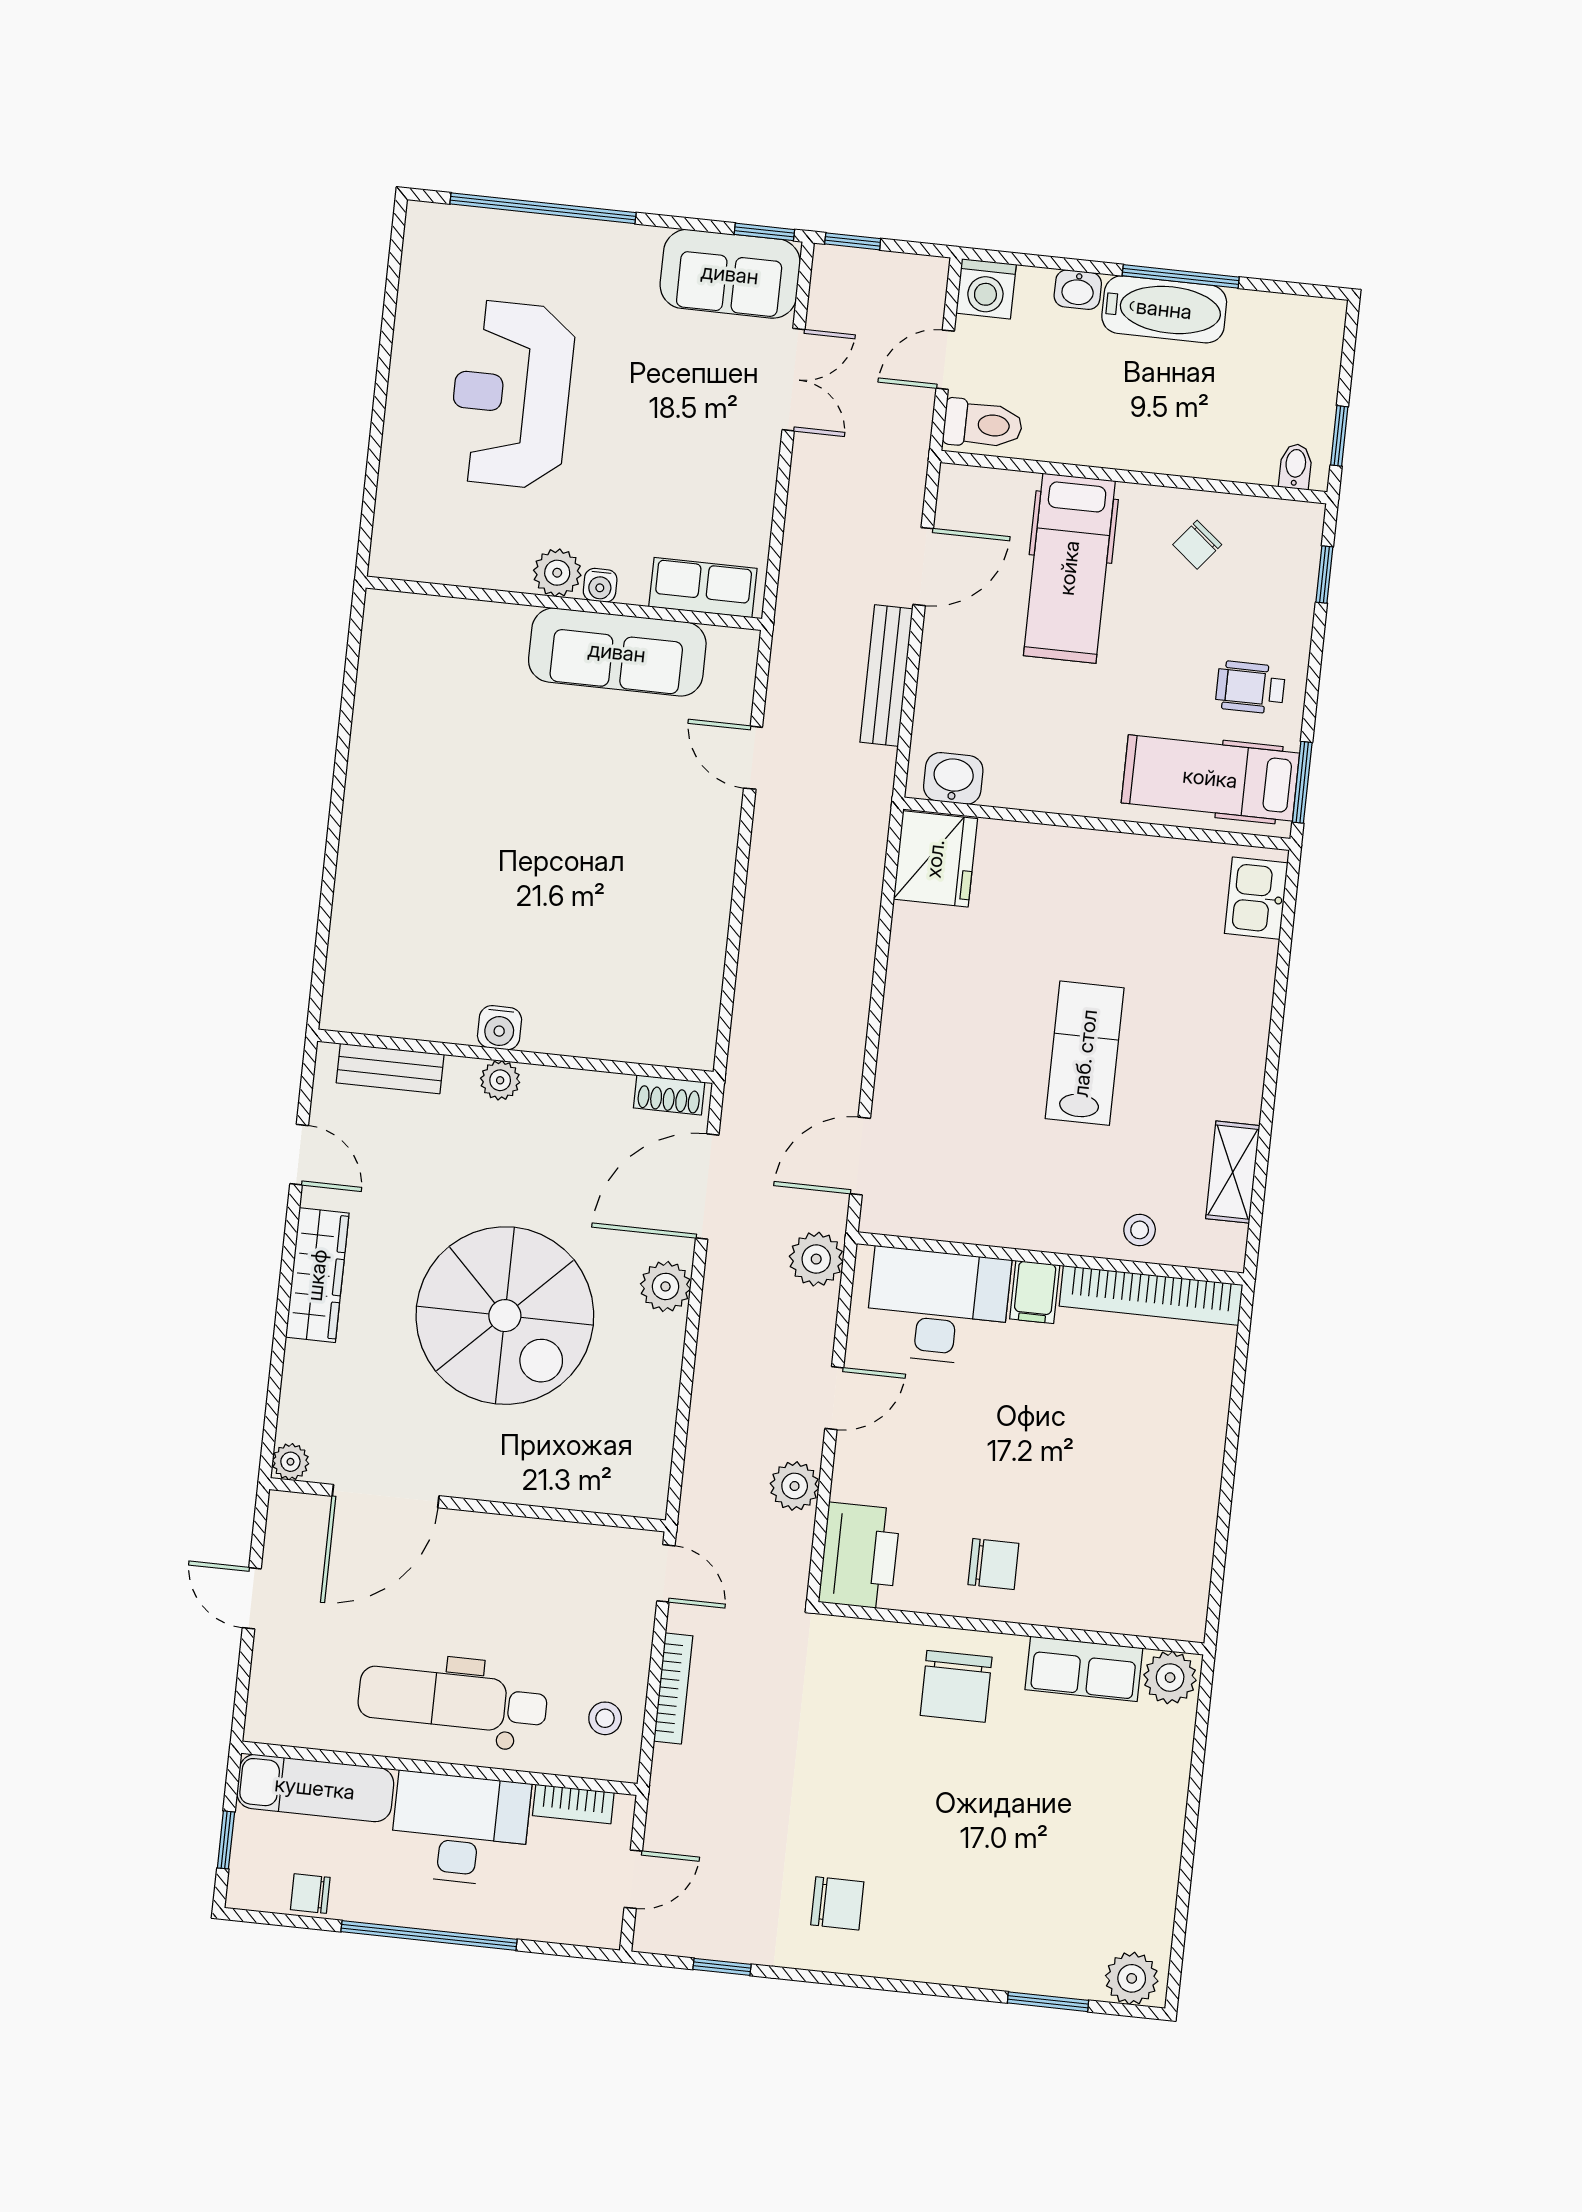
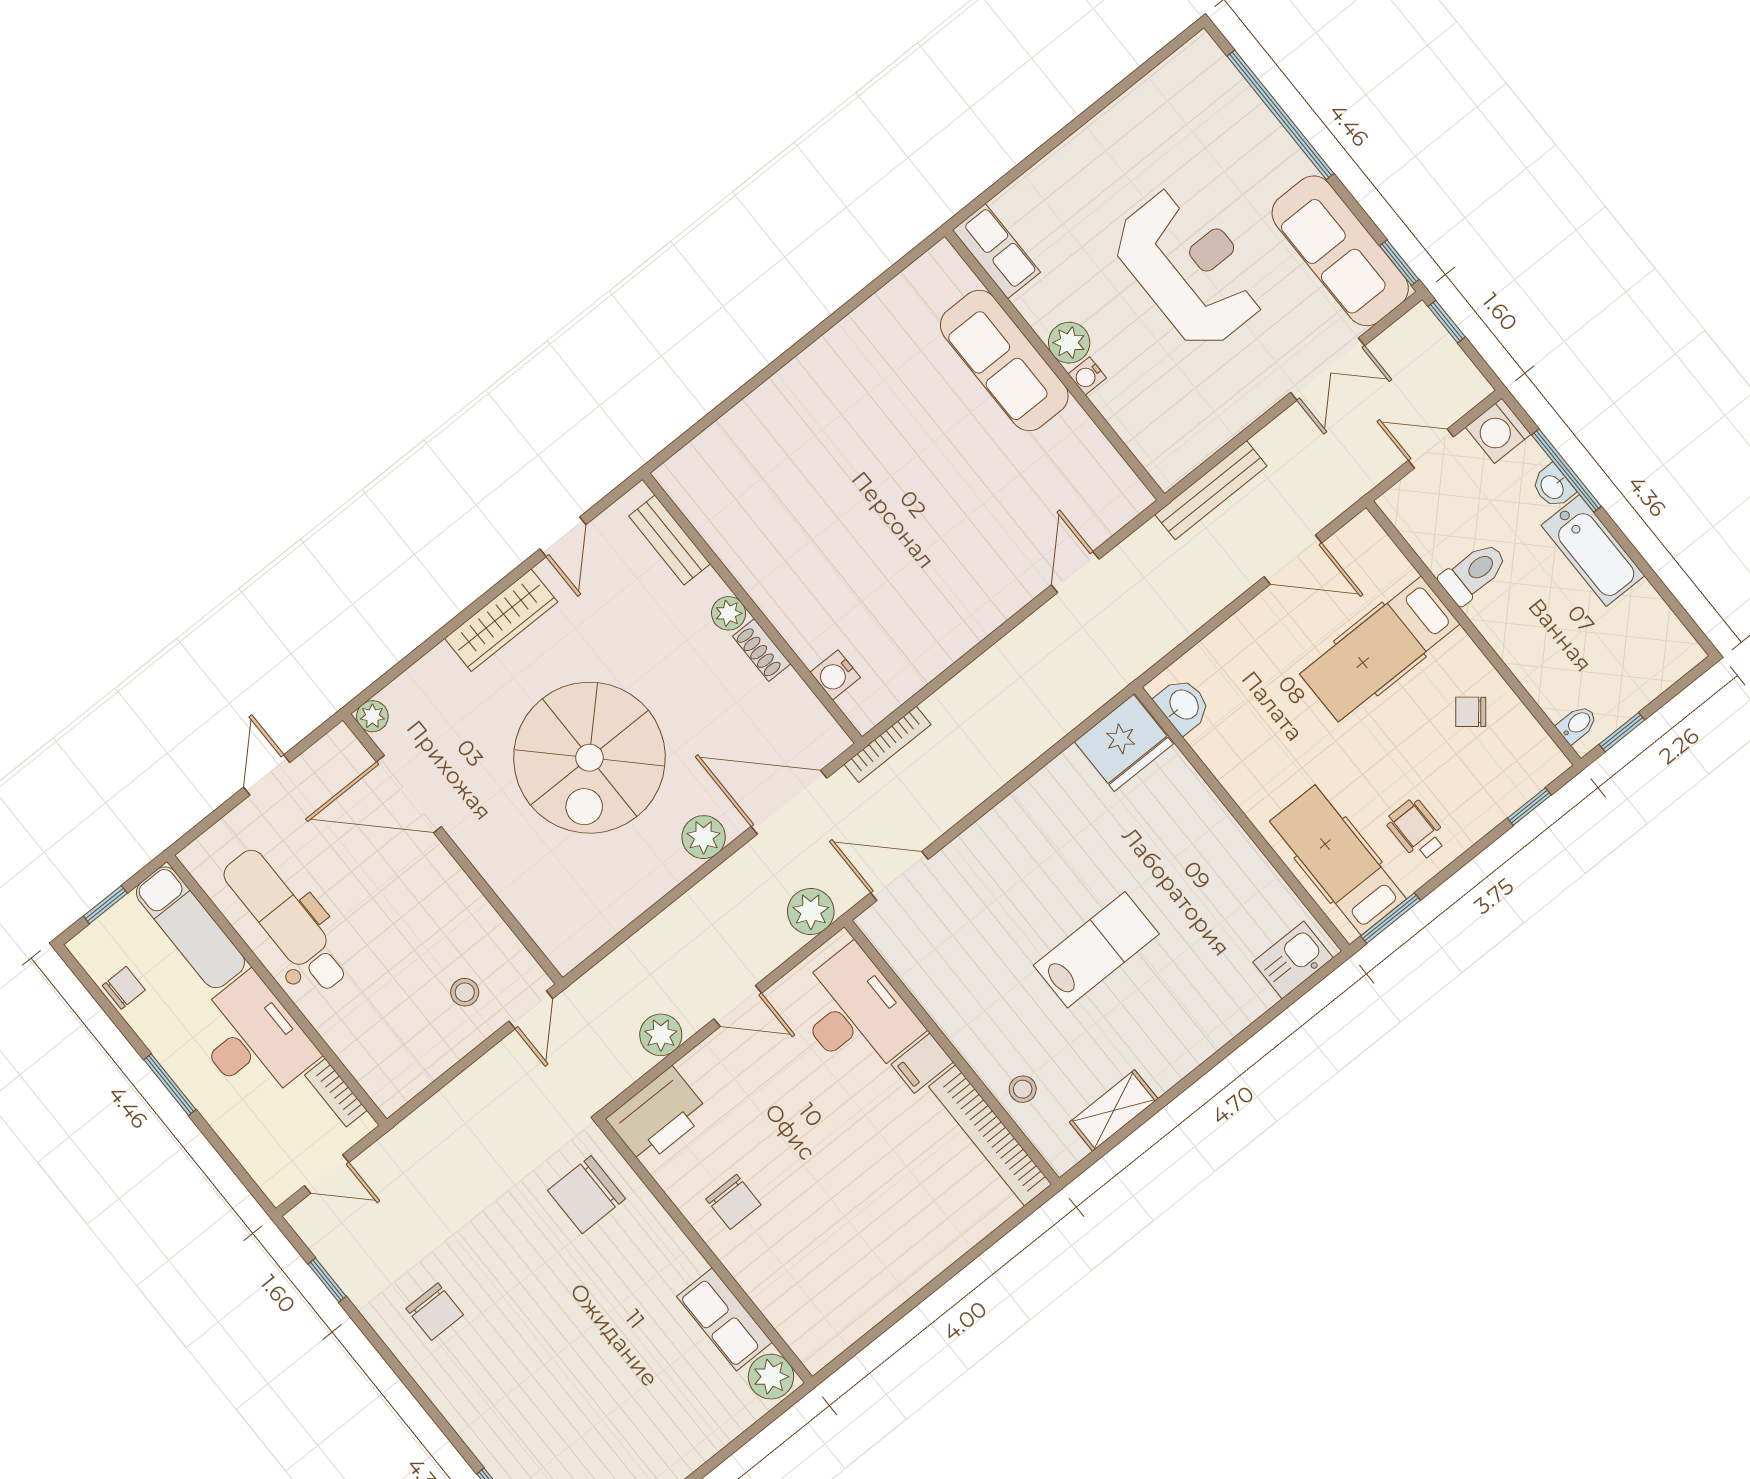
sofa: (730, 274) -> (1340, 251), width x1.36
window: (1181, 276) -> (1566, 471), moved
reception desk: (511, 394) -> (1190, 268), moved, turned 90
toilet: (983, 424) -> (1473, 573), moved, turned -90
row of seats: (703, 588) -> (996, 251), moved
sofa: (617, 652) -> (1004, 360), moved
bench: (886, 675) -> (1211, 490), moved
water cooler: (500, 1028) -> (835, 675), moved
shoe rack: (669, 1095) -> (762, 650), moved
chair: (956, 1686) -> (587, 1195), moved
bookcase: (673, 1688) -> (888, 744), moved
dental chair: (453, 1700) -> (286, 921), moved
stool: (605, 1718) -> (465, 992), moved
chair: (310, 1894) -> (124, 988), turned 90
window: (429, 1936) -> (170, 1085), width x0.47

